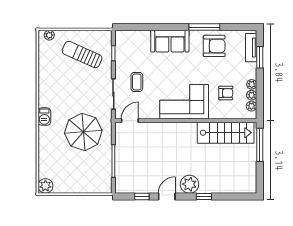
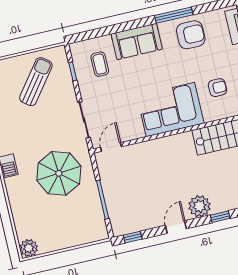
sun lounger: (82, 55) -> (36, 82), turned 103
coffee table: (137, 82) -> (100, 64), moved
window: (142, 196) -> (133, 237), moved

